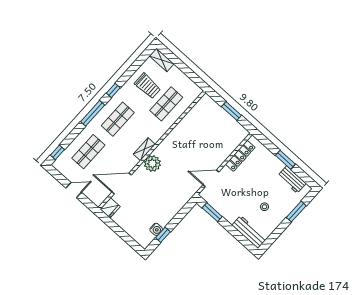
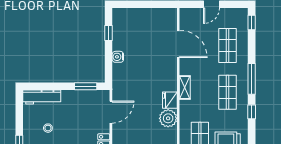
plant: (152, 164) -> (168, 118), moved
door: (122, 184) -> (178, 44), hinge flipped
fridge: (110, 208) -> (170, 100), moved
water cooler: (156, 229) -> (118, 57), moved

